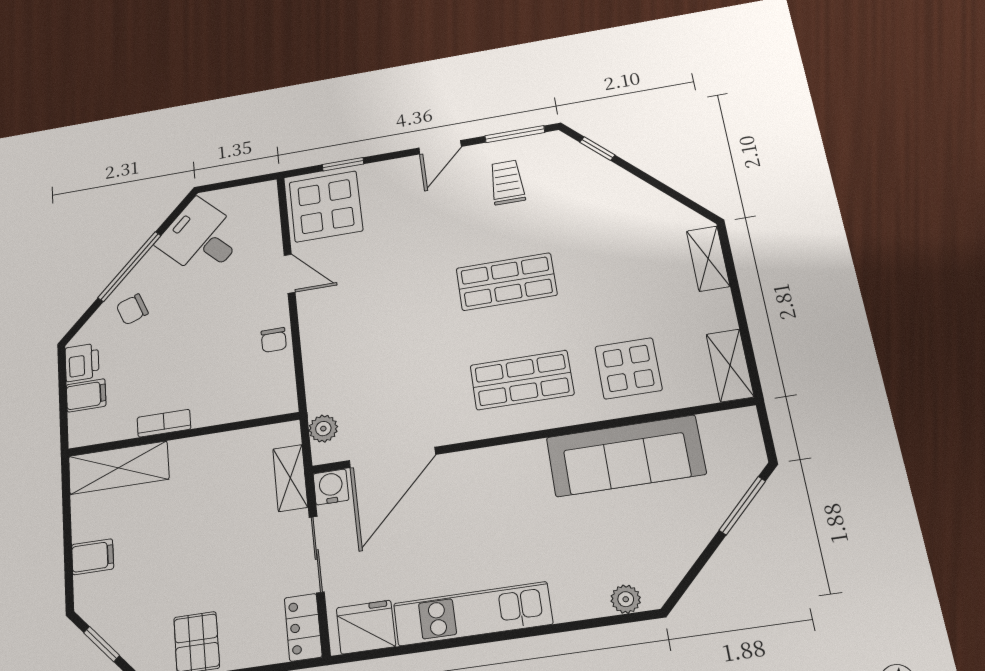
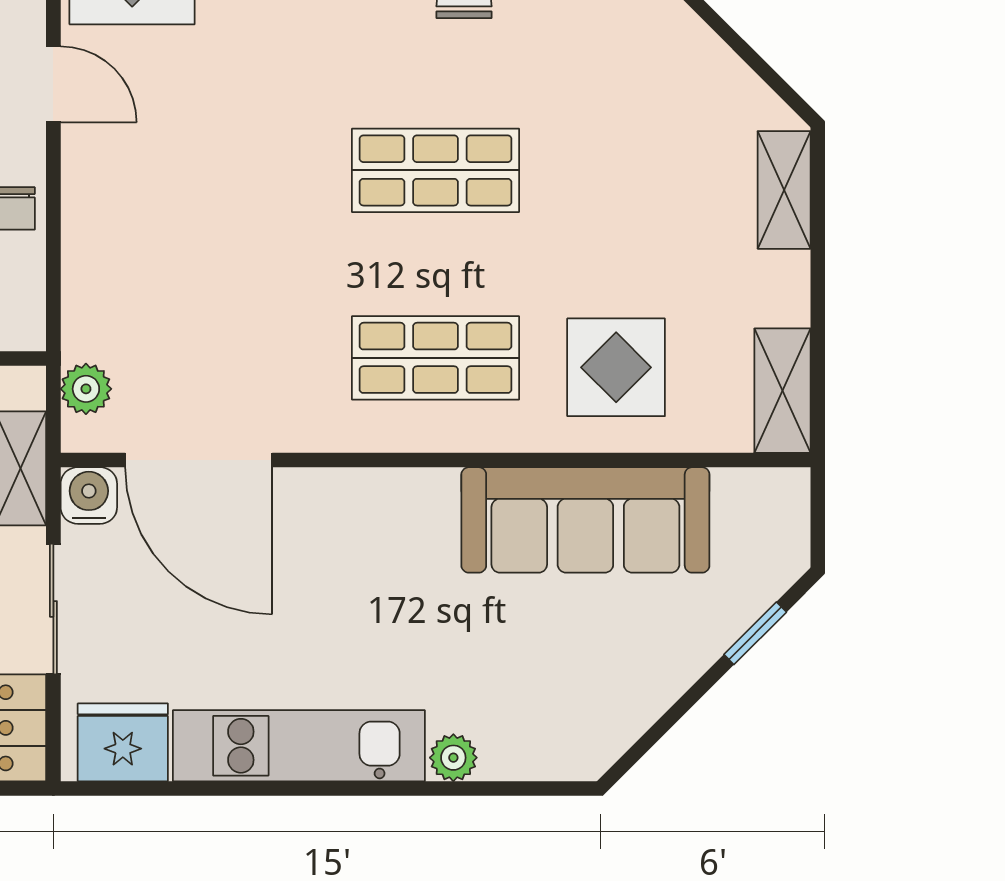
door: (392, 457) -> (199, 460), hinge flipped
window: (742, 506) -> (755, 633), width x0.67
plant: (626, 599) -> (453, 758), moved

